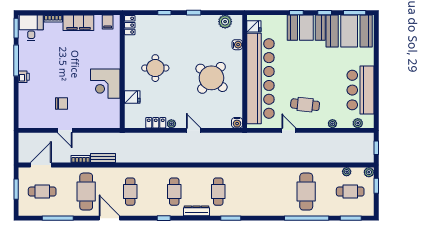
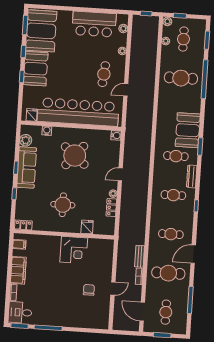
sofa: (195, 25) -> (27, 167), added
printer: (24, 77) -> (63, 322), removed
booth: (248, 203) -> (188, 130), added

